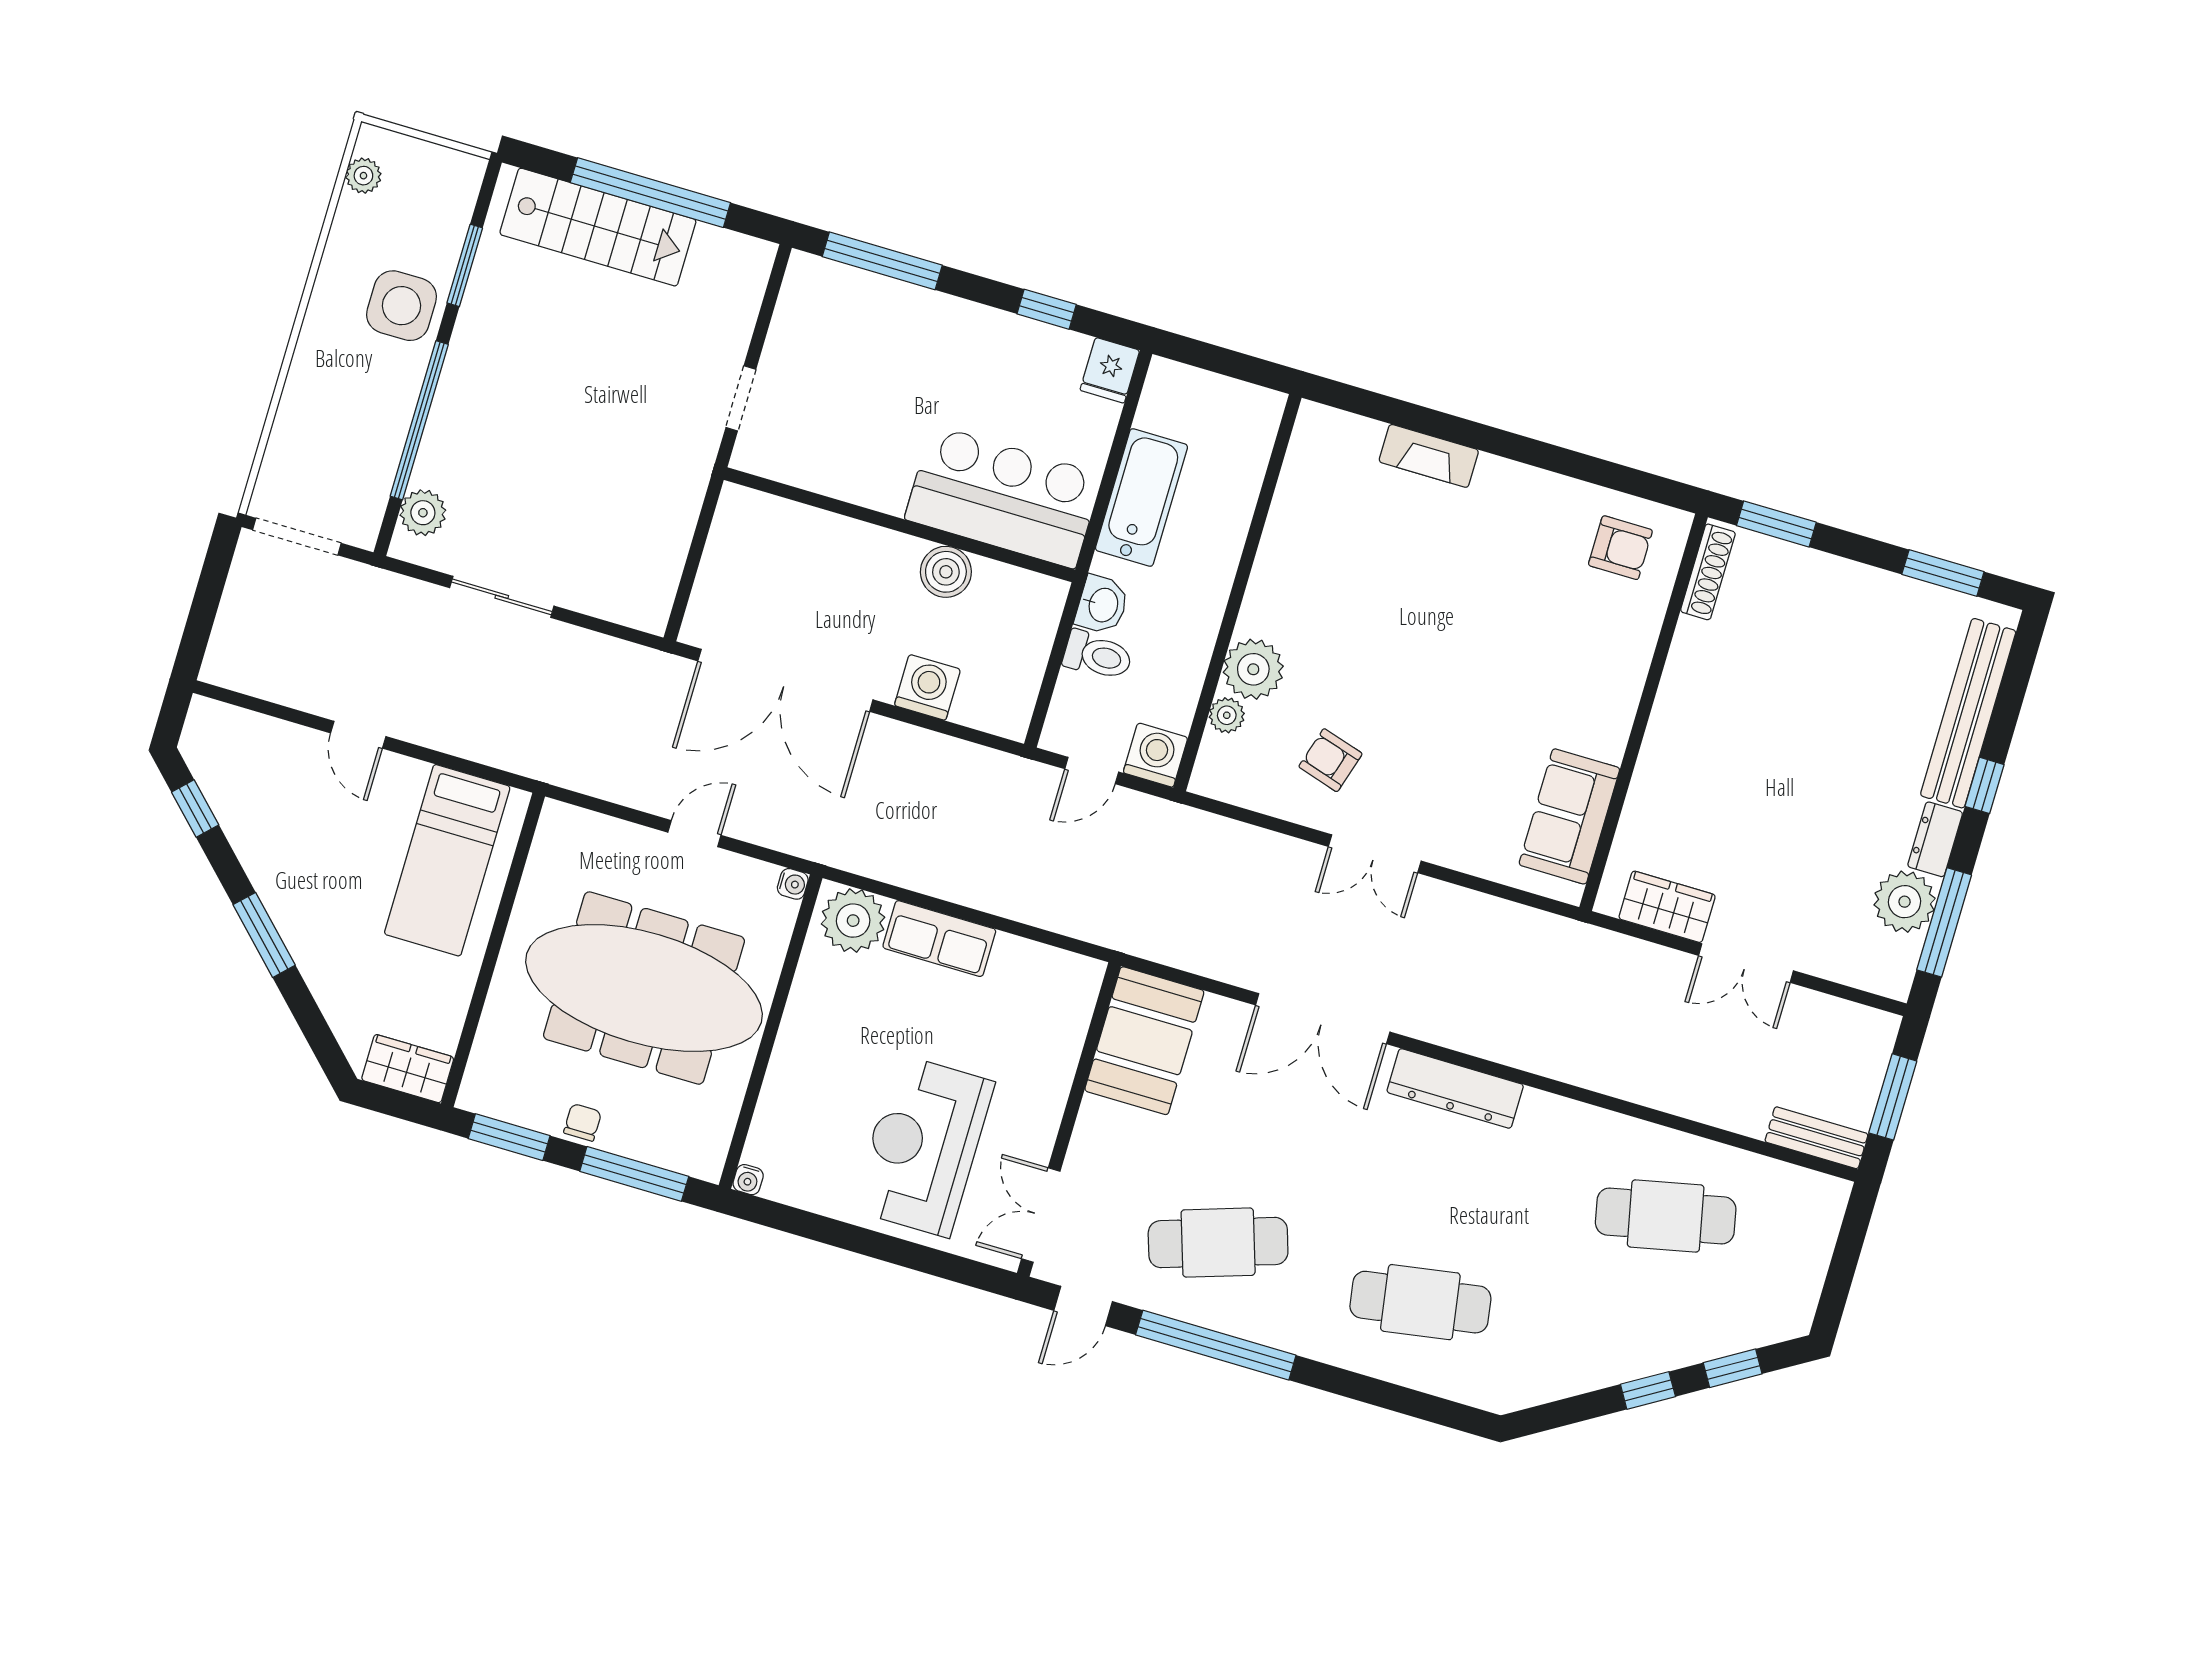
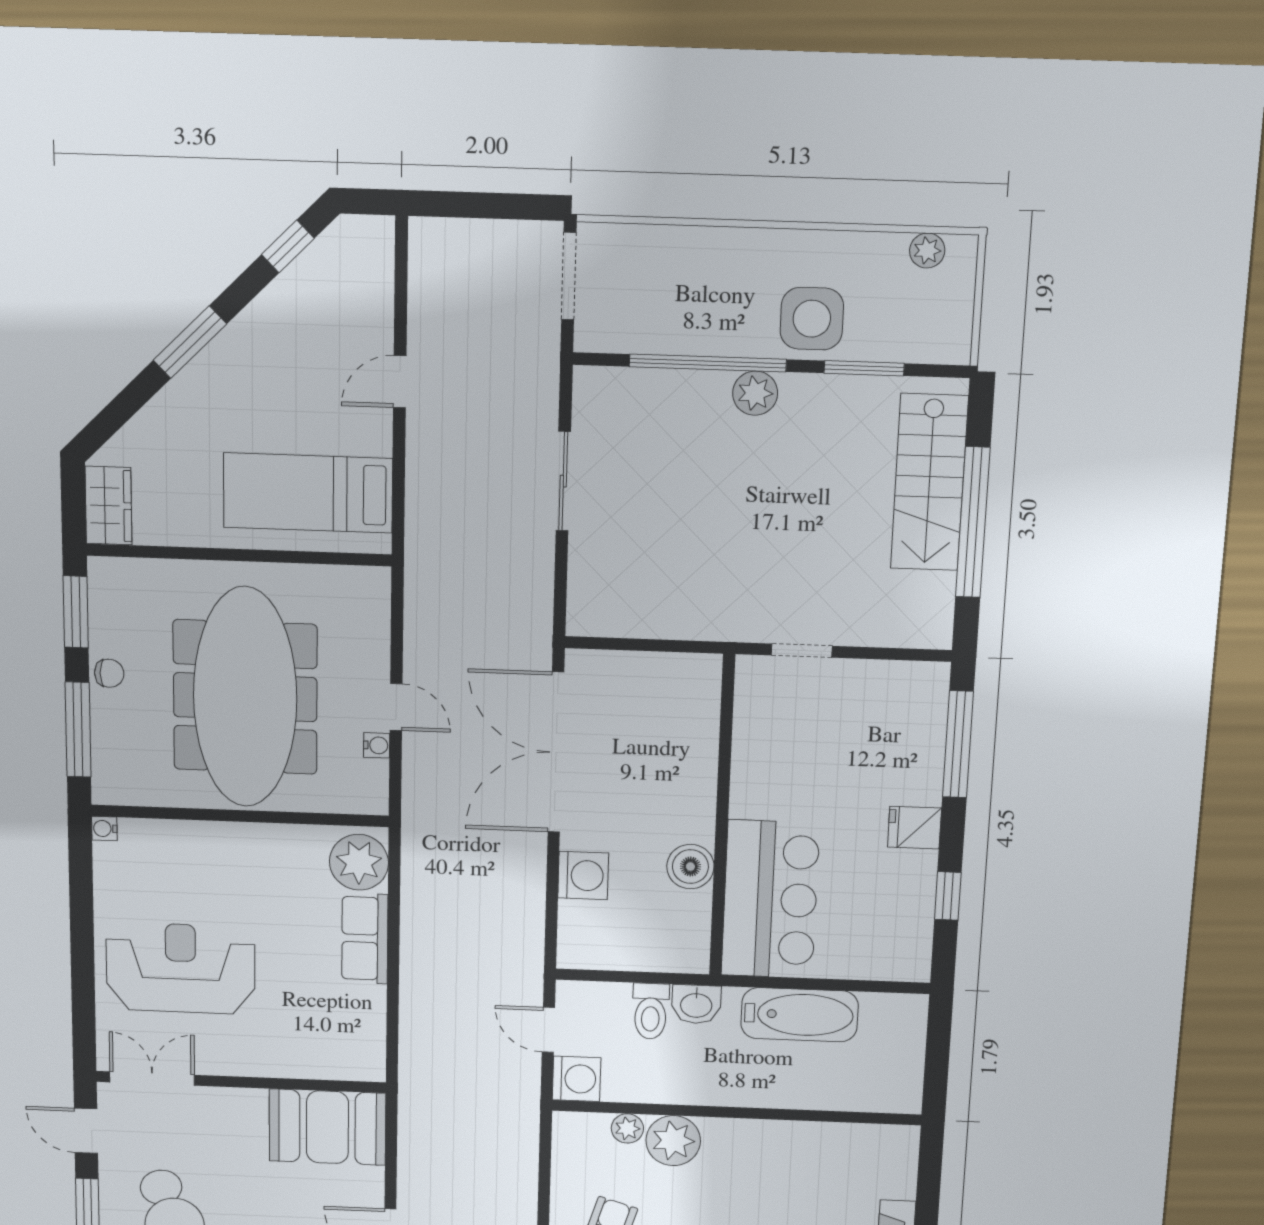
fridge: (1110, 370) -> (915, 828), moved
plant: (423, 513) -> (755, 393), moved
water cooler: (793, 884) -> (377, 745), moved, turned -90

